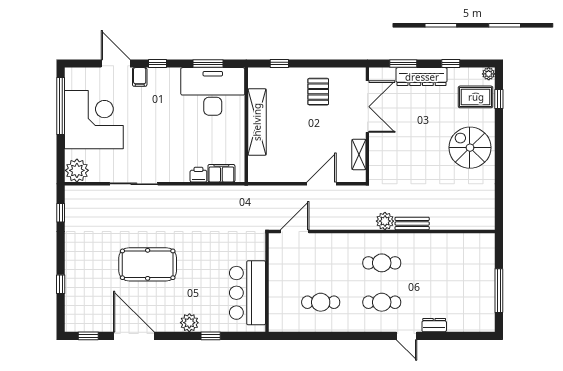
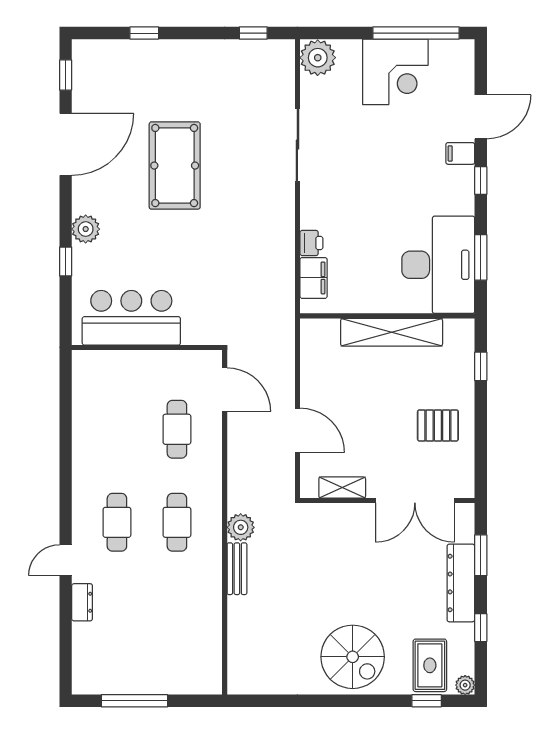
corner desk: (94, 120) -> (395, 72), width x0.74, depth x0.74
spiral stairs: (470, 148) -> (353, 657), turned 90
cafe table: (321, 302) -> (177, 429), moved

